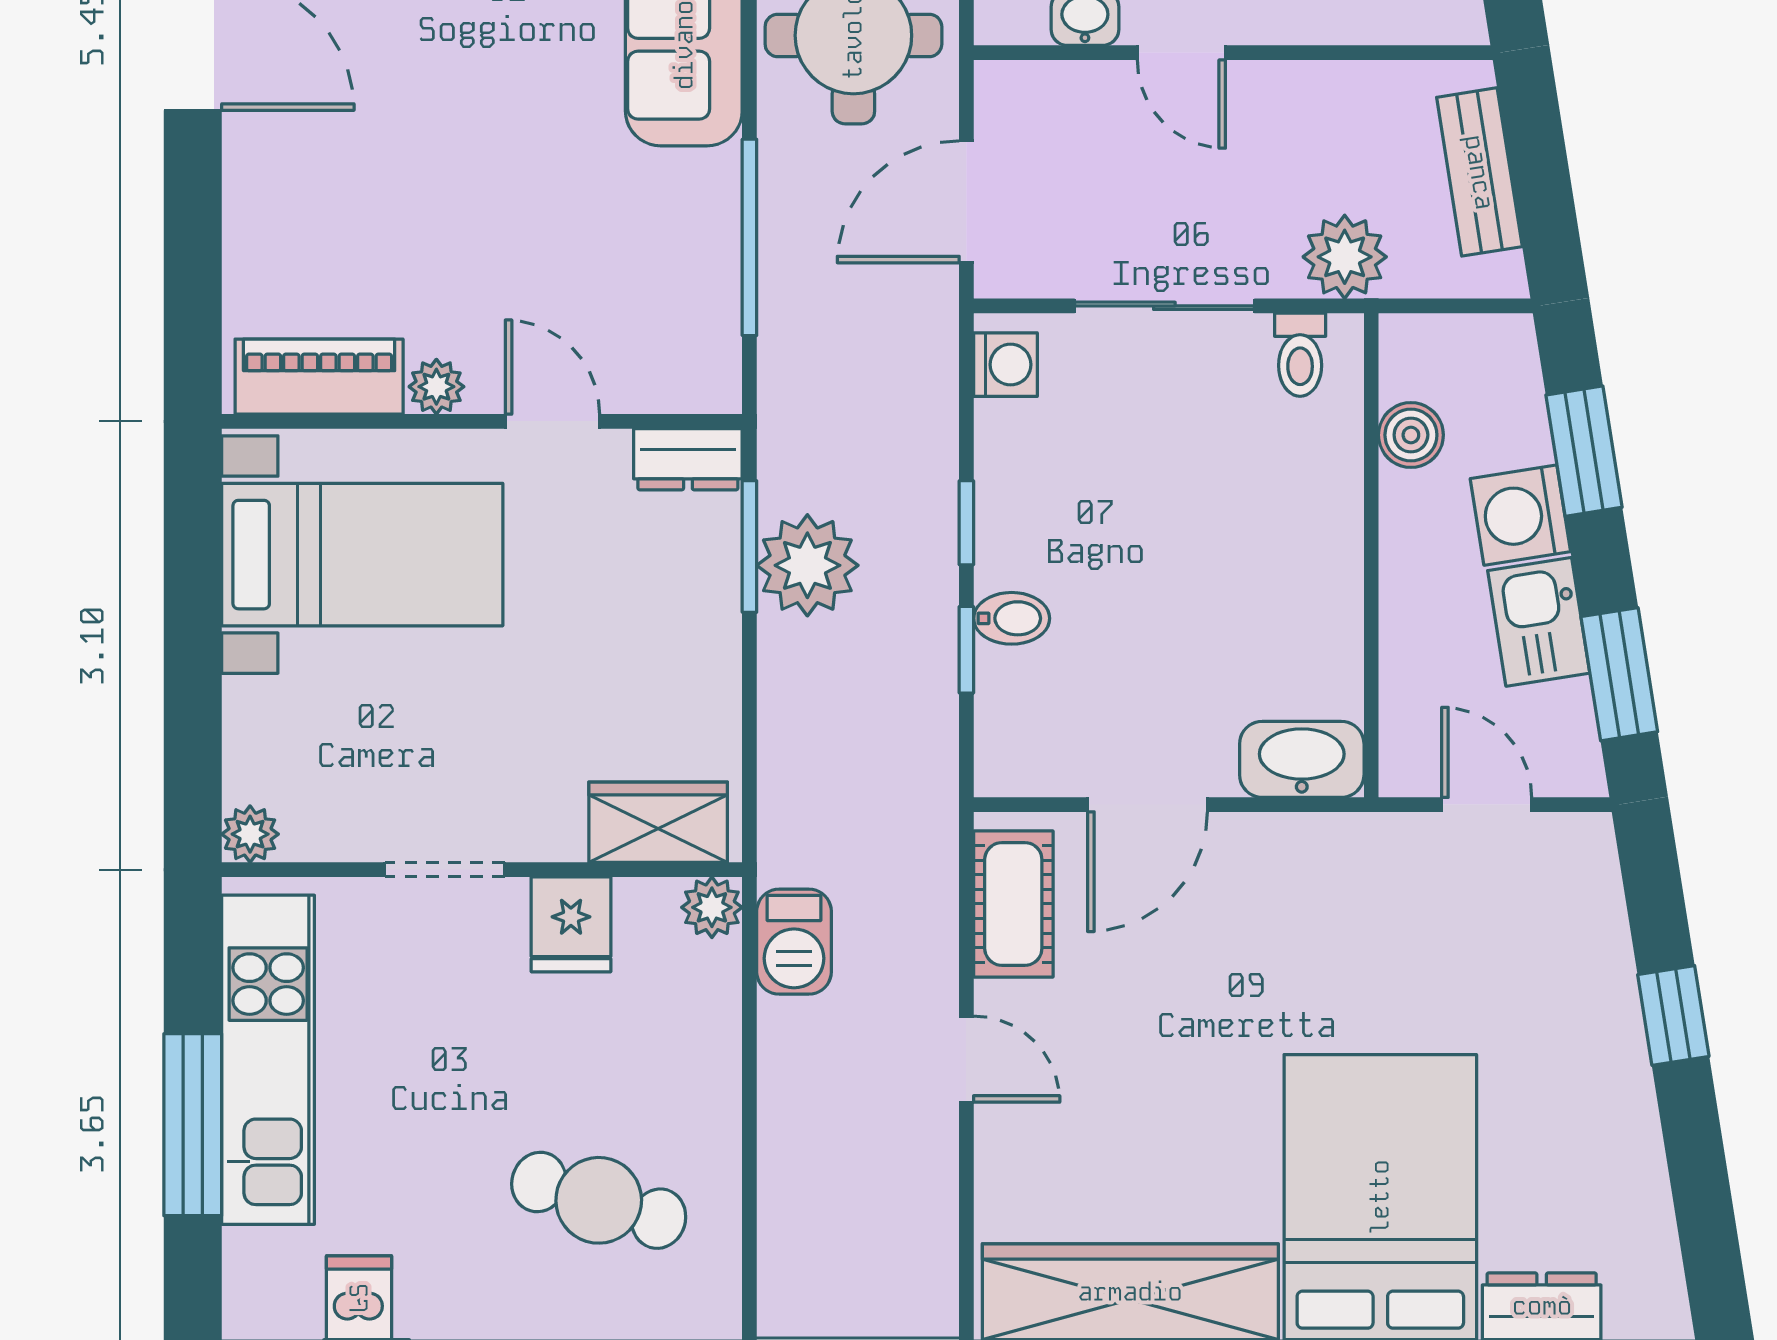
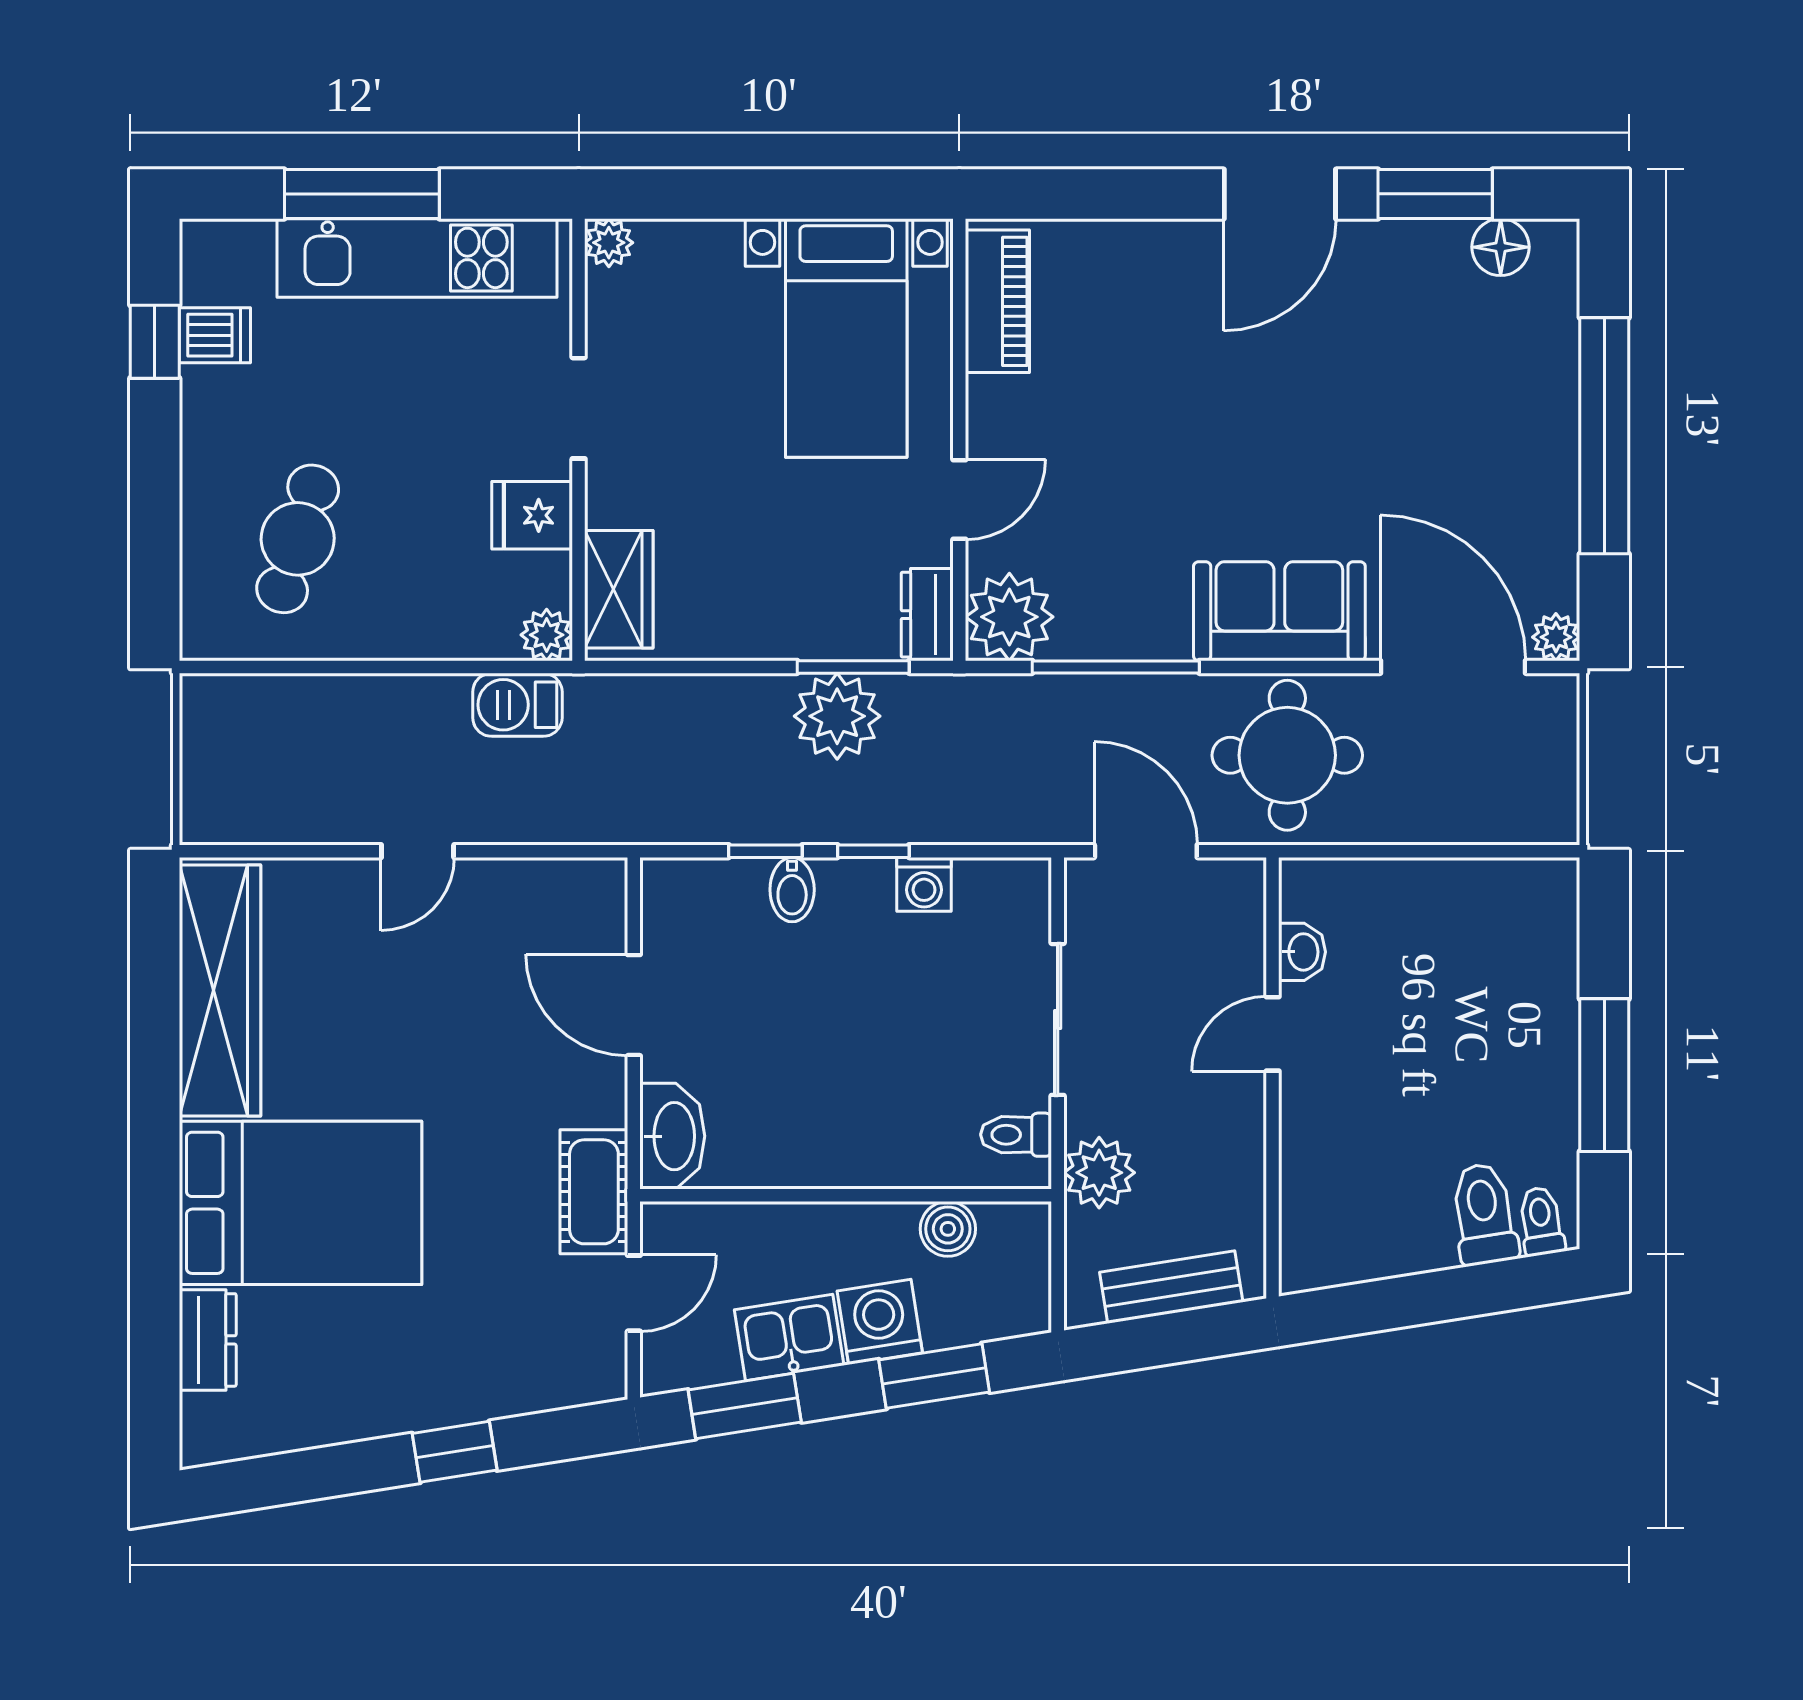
washing machine: (1005, 365) -> (924, 884), moved
plant: (436, 387) -> (1009, 617), moved, width x1.88, depth x1.88
cot: (1013, 904) -> (594, 1192), moved, turned 90

